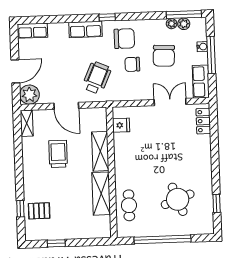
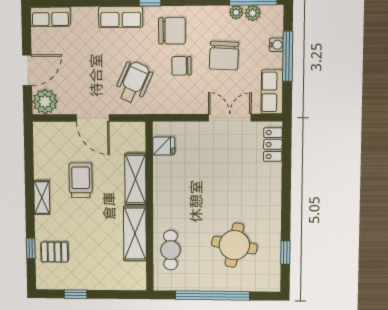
shelving: (27, 123) -> (42, 197), moved
round table: (178, 199) -> (234, 245), turned 32

